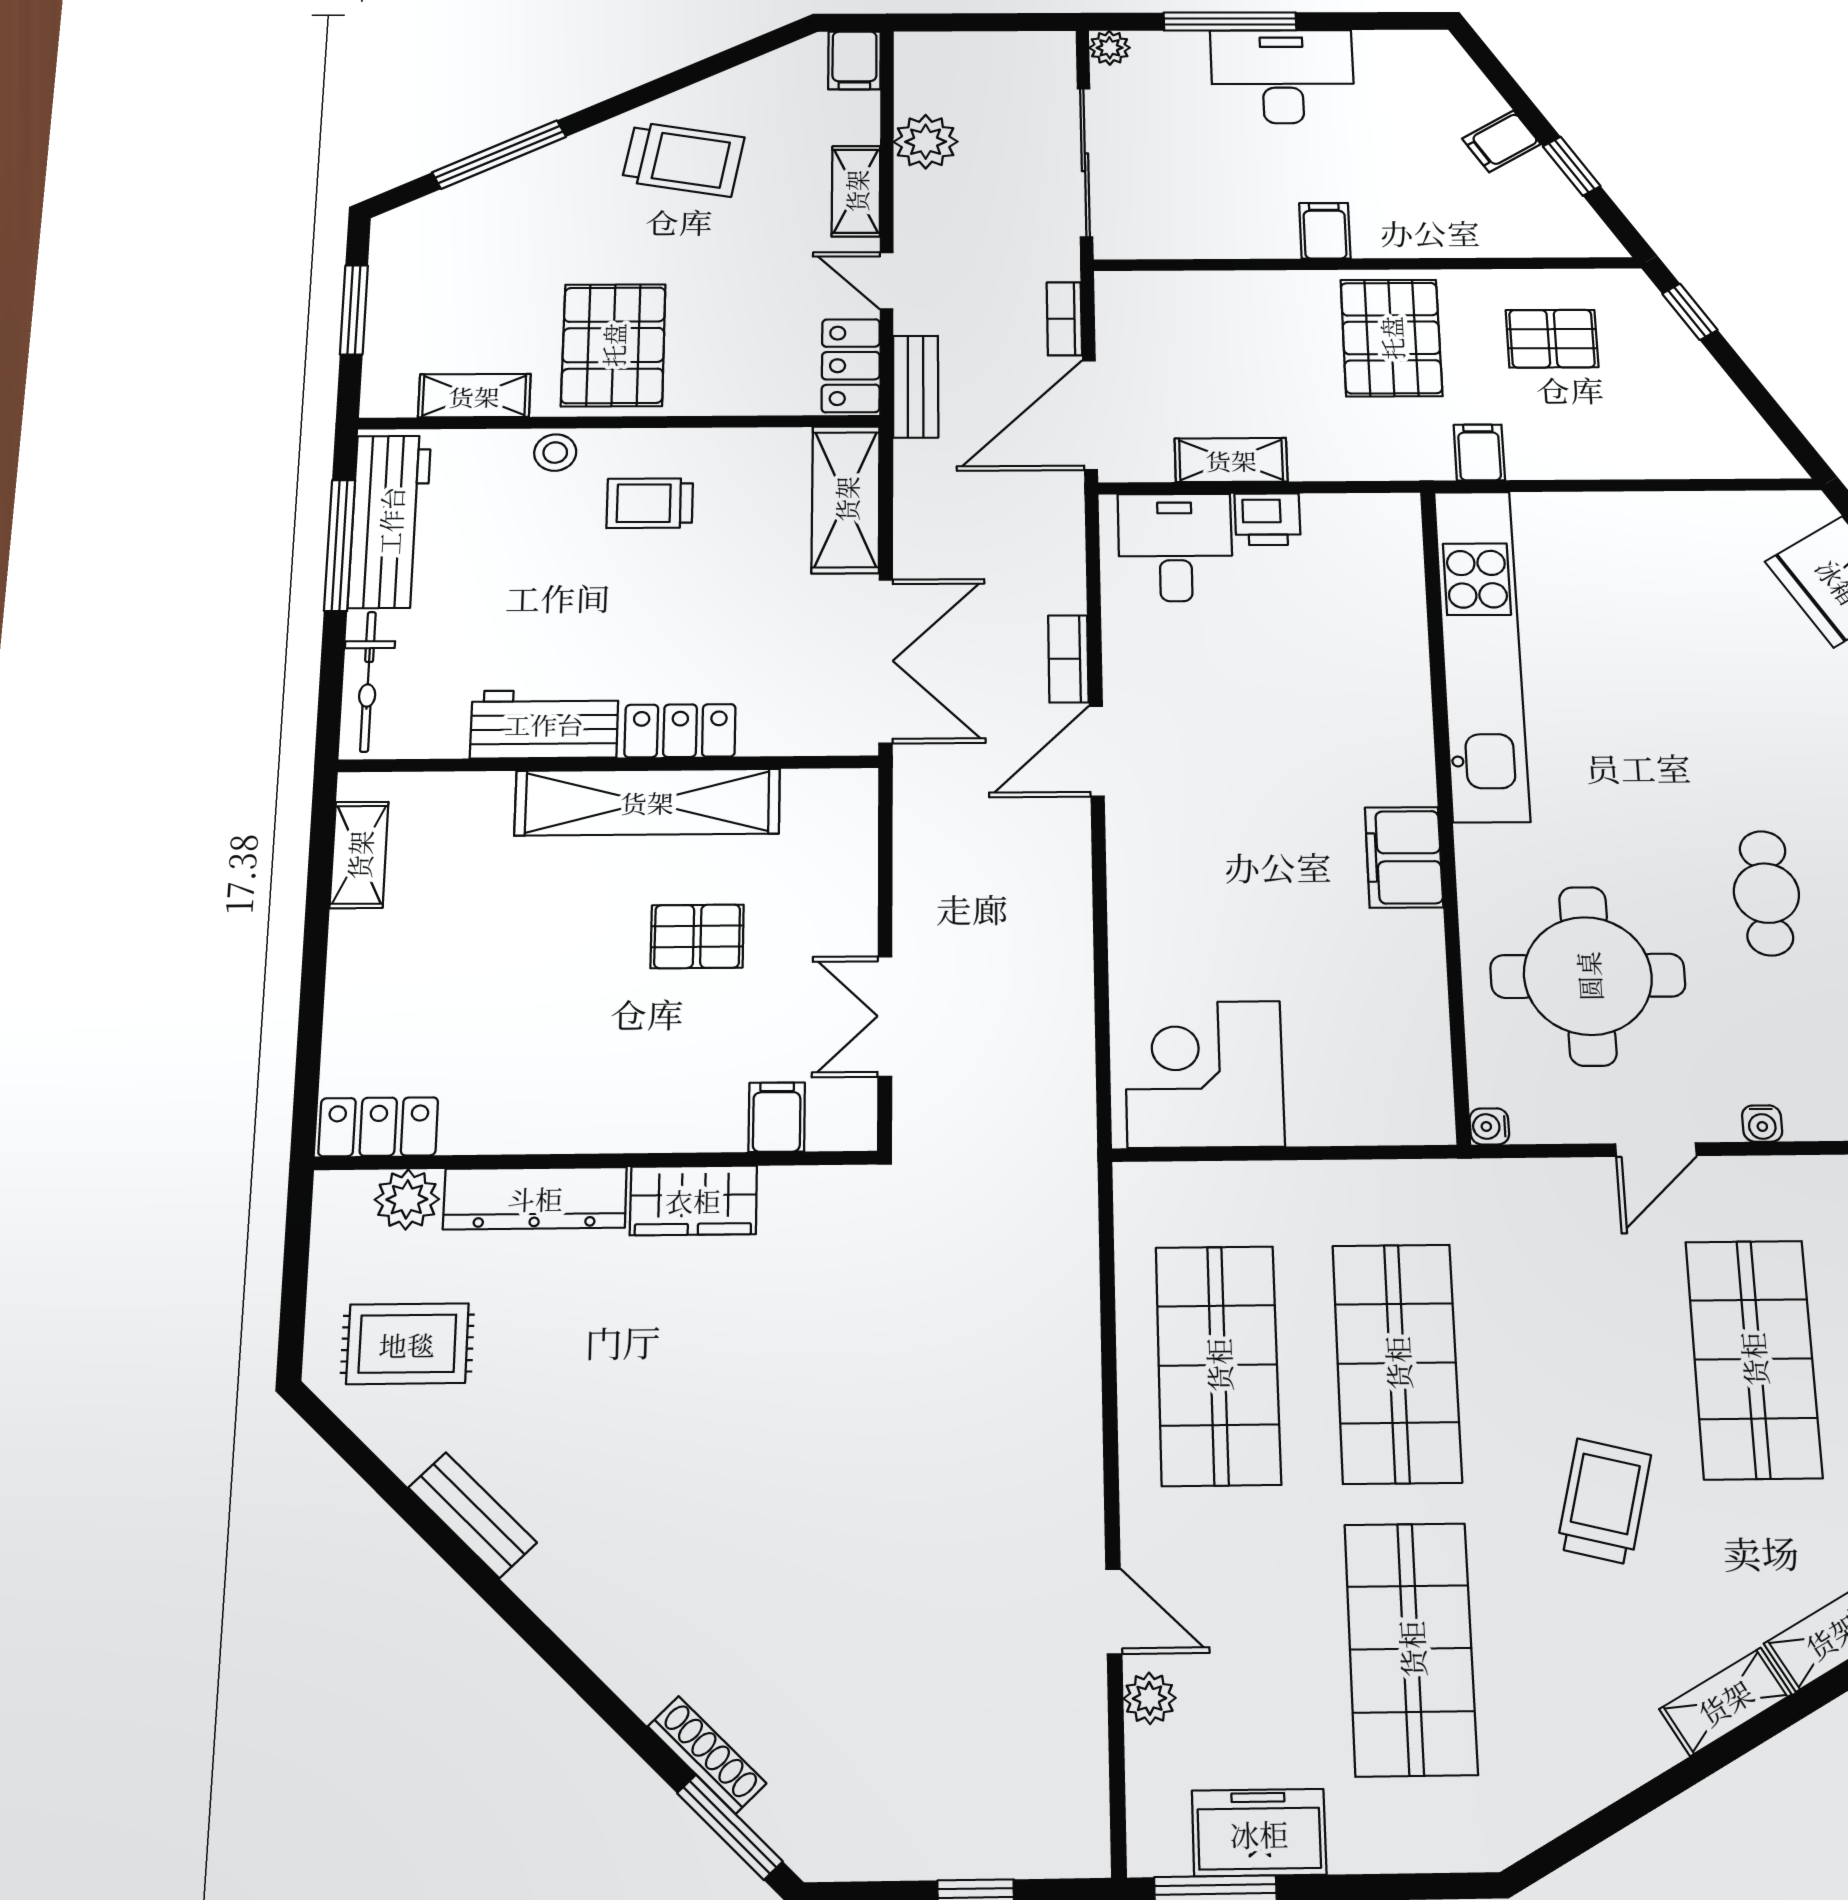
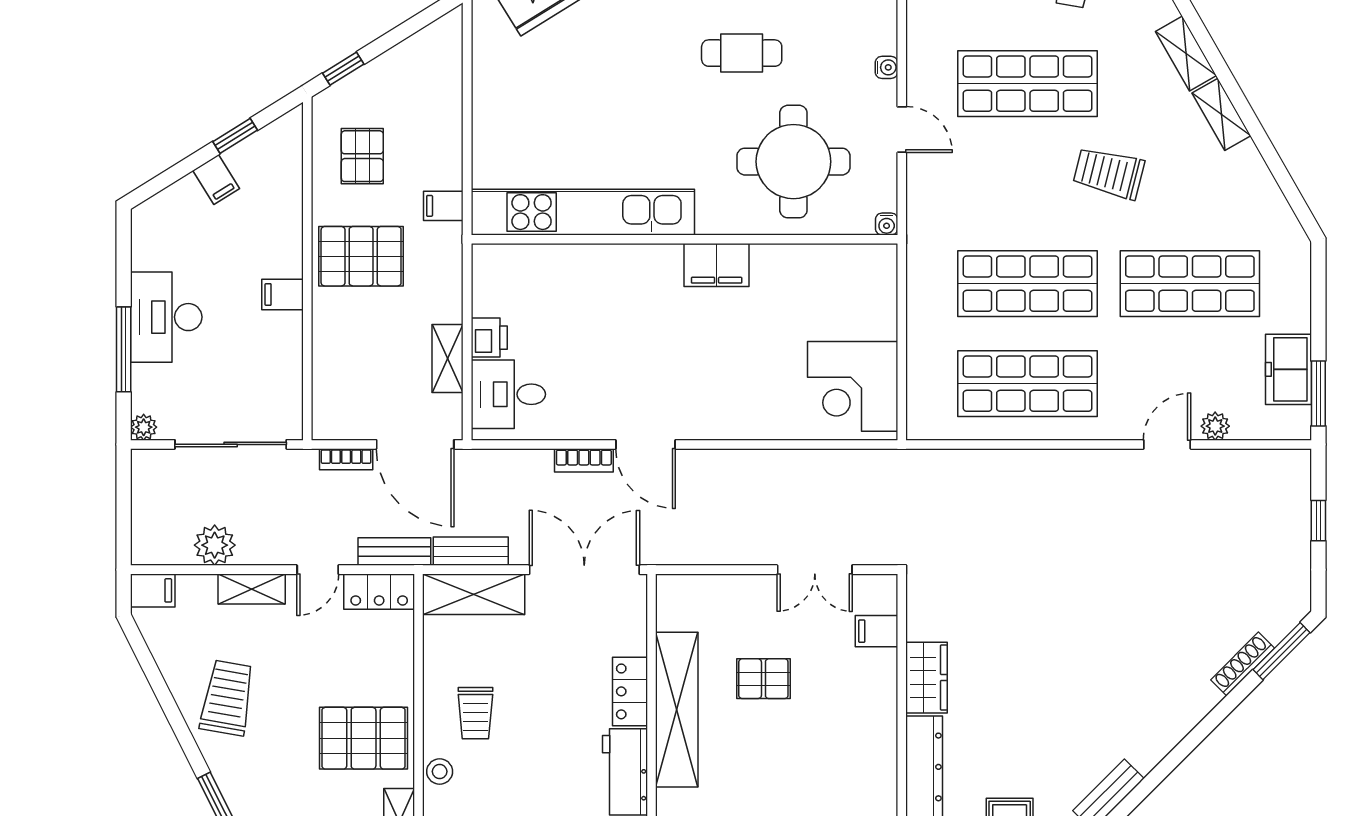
bench: (916, 495) -> (471, 551), added
pallet: (697, 936) -> (763, 679), turned 90

